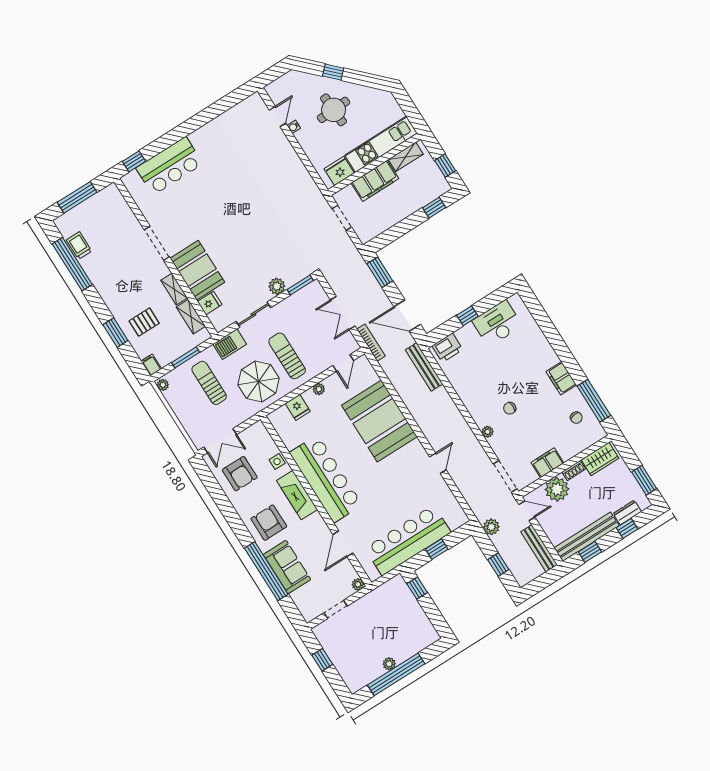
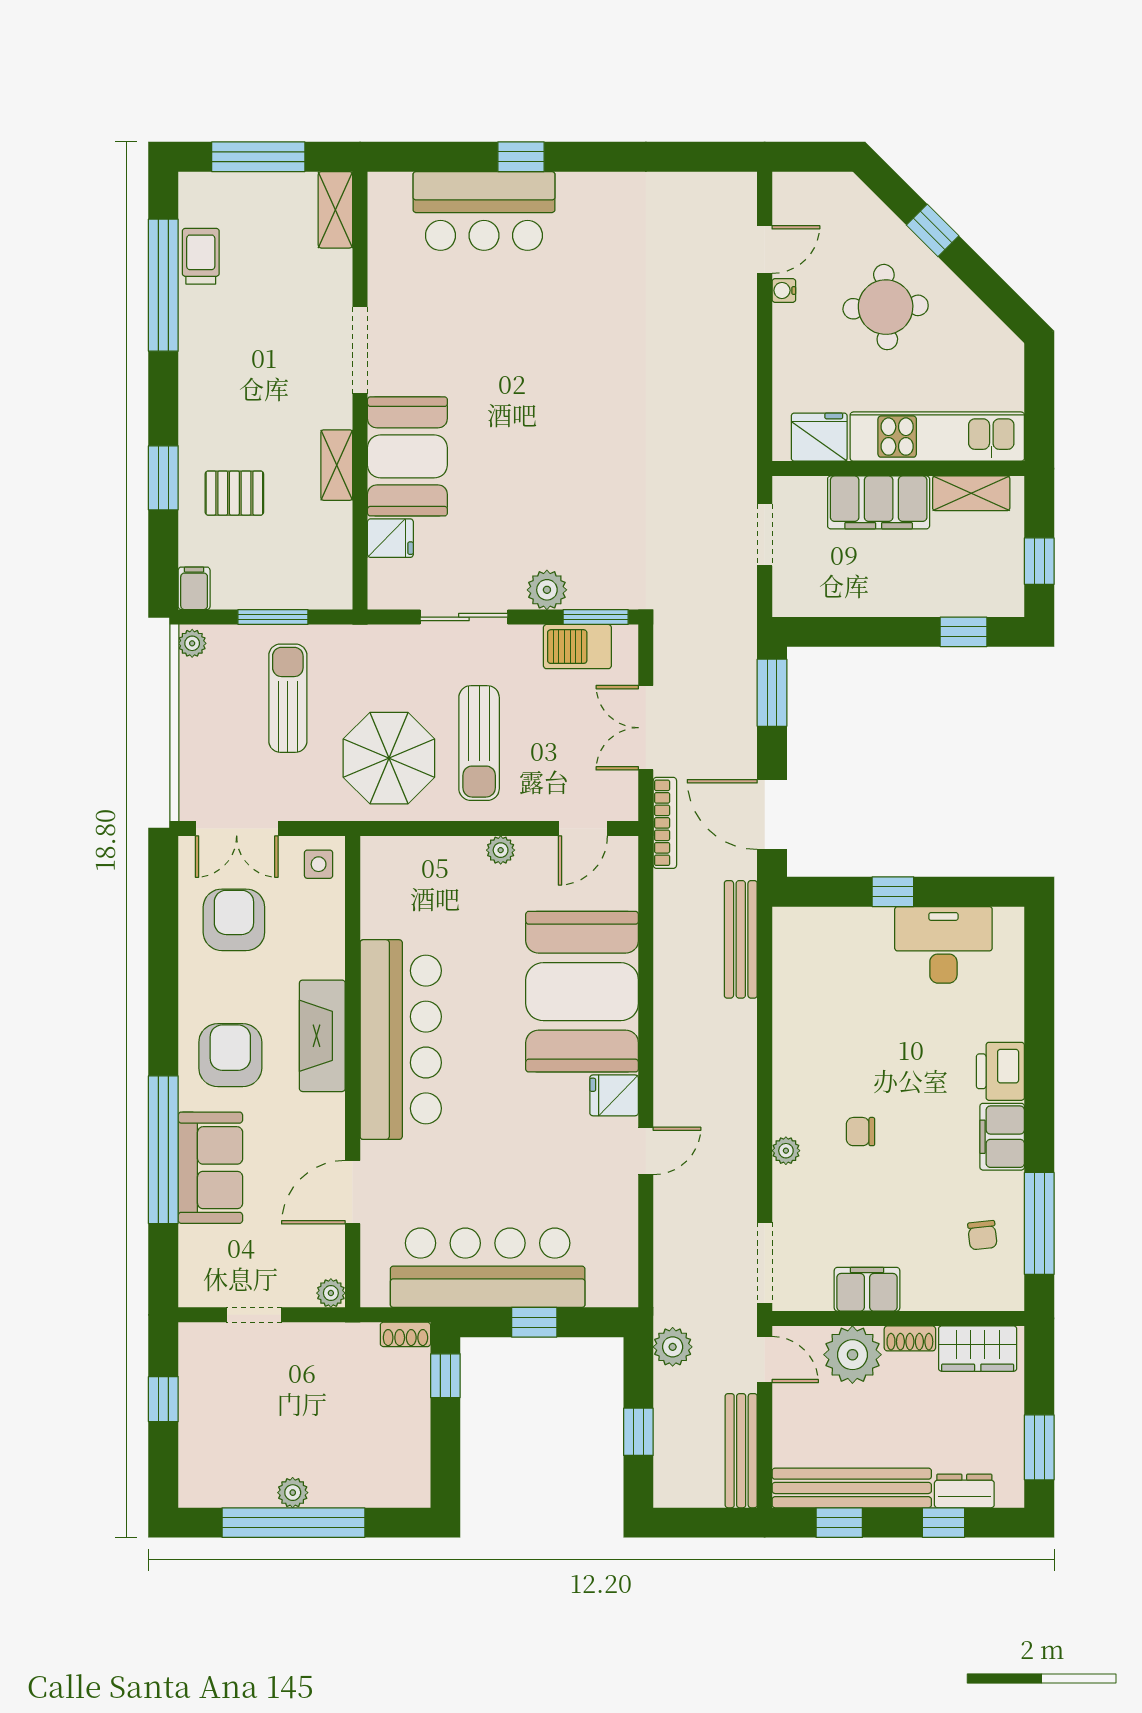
window: (134, 161) -> (521, 157), moved
shelving: (191, 317) -> (335, 210), moved
barbecue: (230, 344) -> (577, 647), moved
printer: (447, 348) -> (1000, 1071), moved, turned 90
sun lounger: (287, 356) -> (479, 743), turned 180
fridge: (298, 407) -> (614, 1095), moved, turned 90
side table: (277, 462) -> (319, 864), moved
armchair: (240, 474) -> (234, 920), turned 180
shoe rack: (394, 582) -> (405, 1334), added

